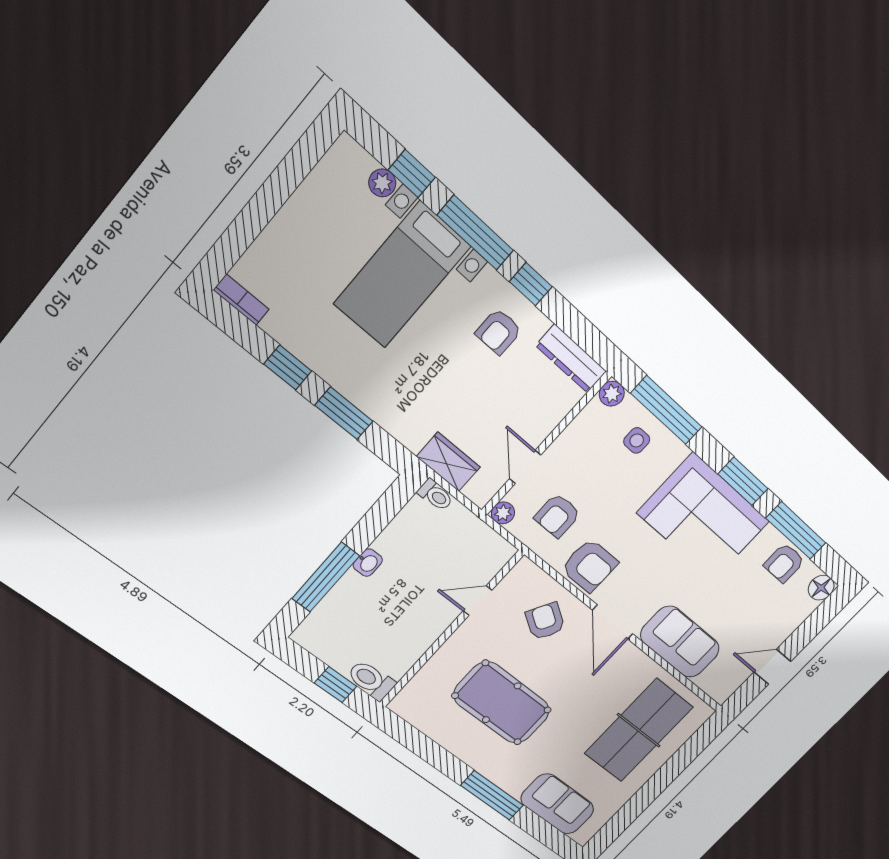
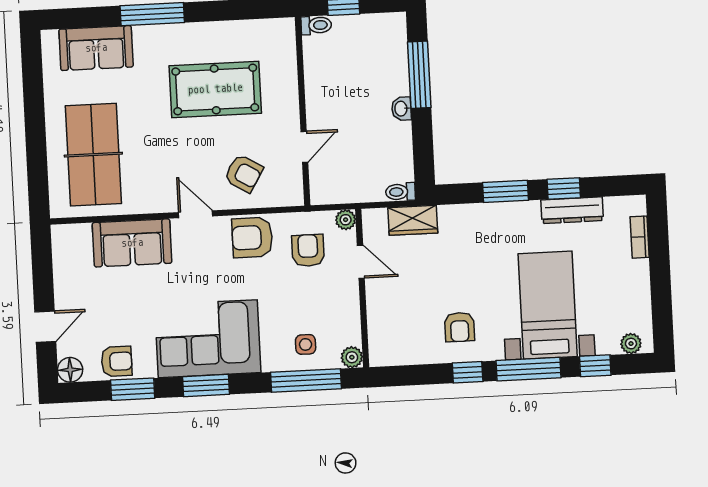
plant: (382, 183) -> (631, 344), moved
bookcase: (241, 300) -> (640, 237), moved, turned 90
armchair: (499, 332) -> (460, 327), turned 180
dresser: (571, 359) -> (572, 210), moved, turned 180
window: (796, 531) -> (133, 389), width x0.69
armchair: (784, 563) -> (117, 361), turned 90
door: (613, 622) -> (196, 214), width x0.73
door: (772, 667) -> (45, 327), moved
toilet: (371, 680) -> (316, 25), width x0.73, depth x0.72

